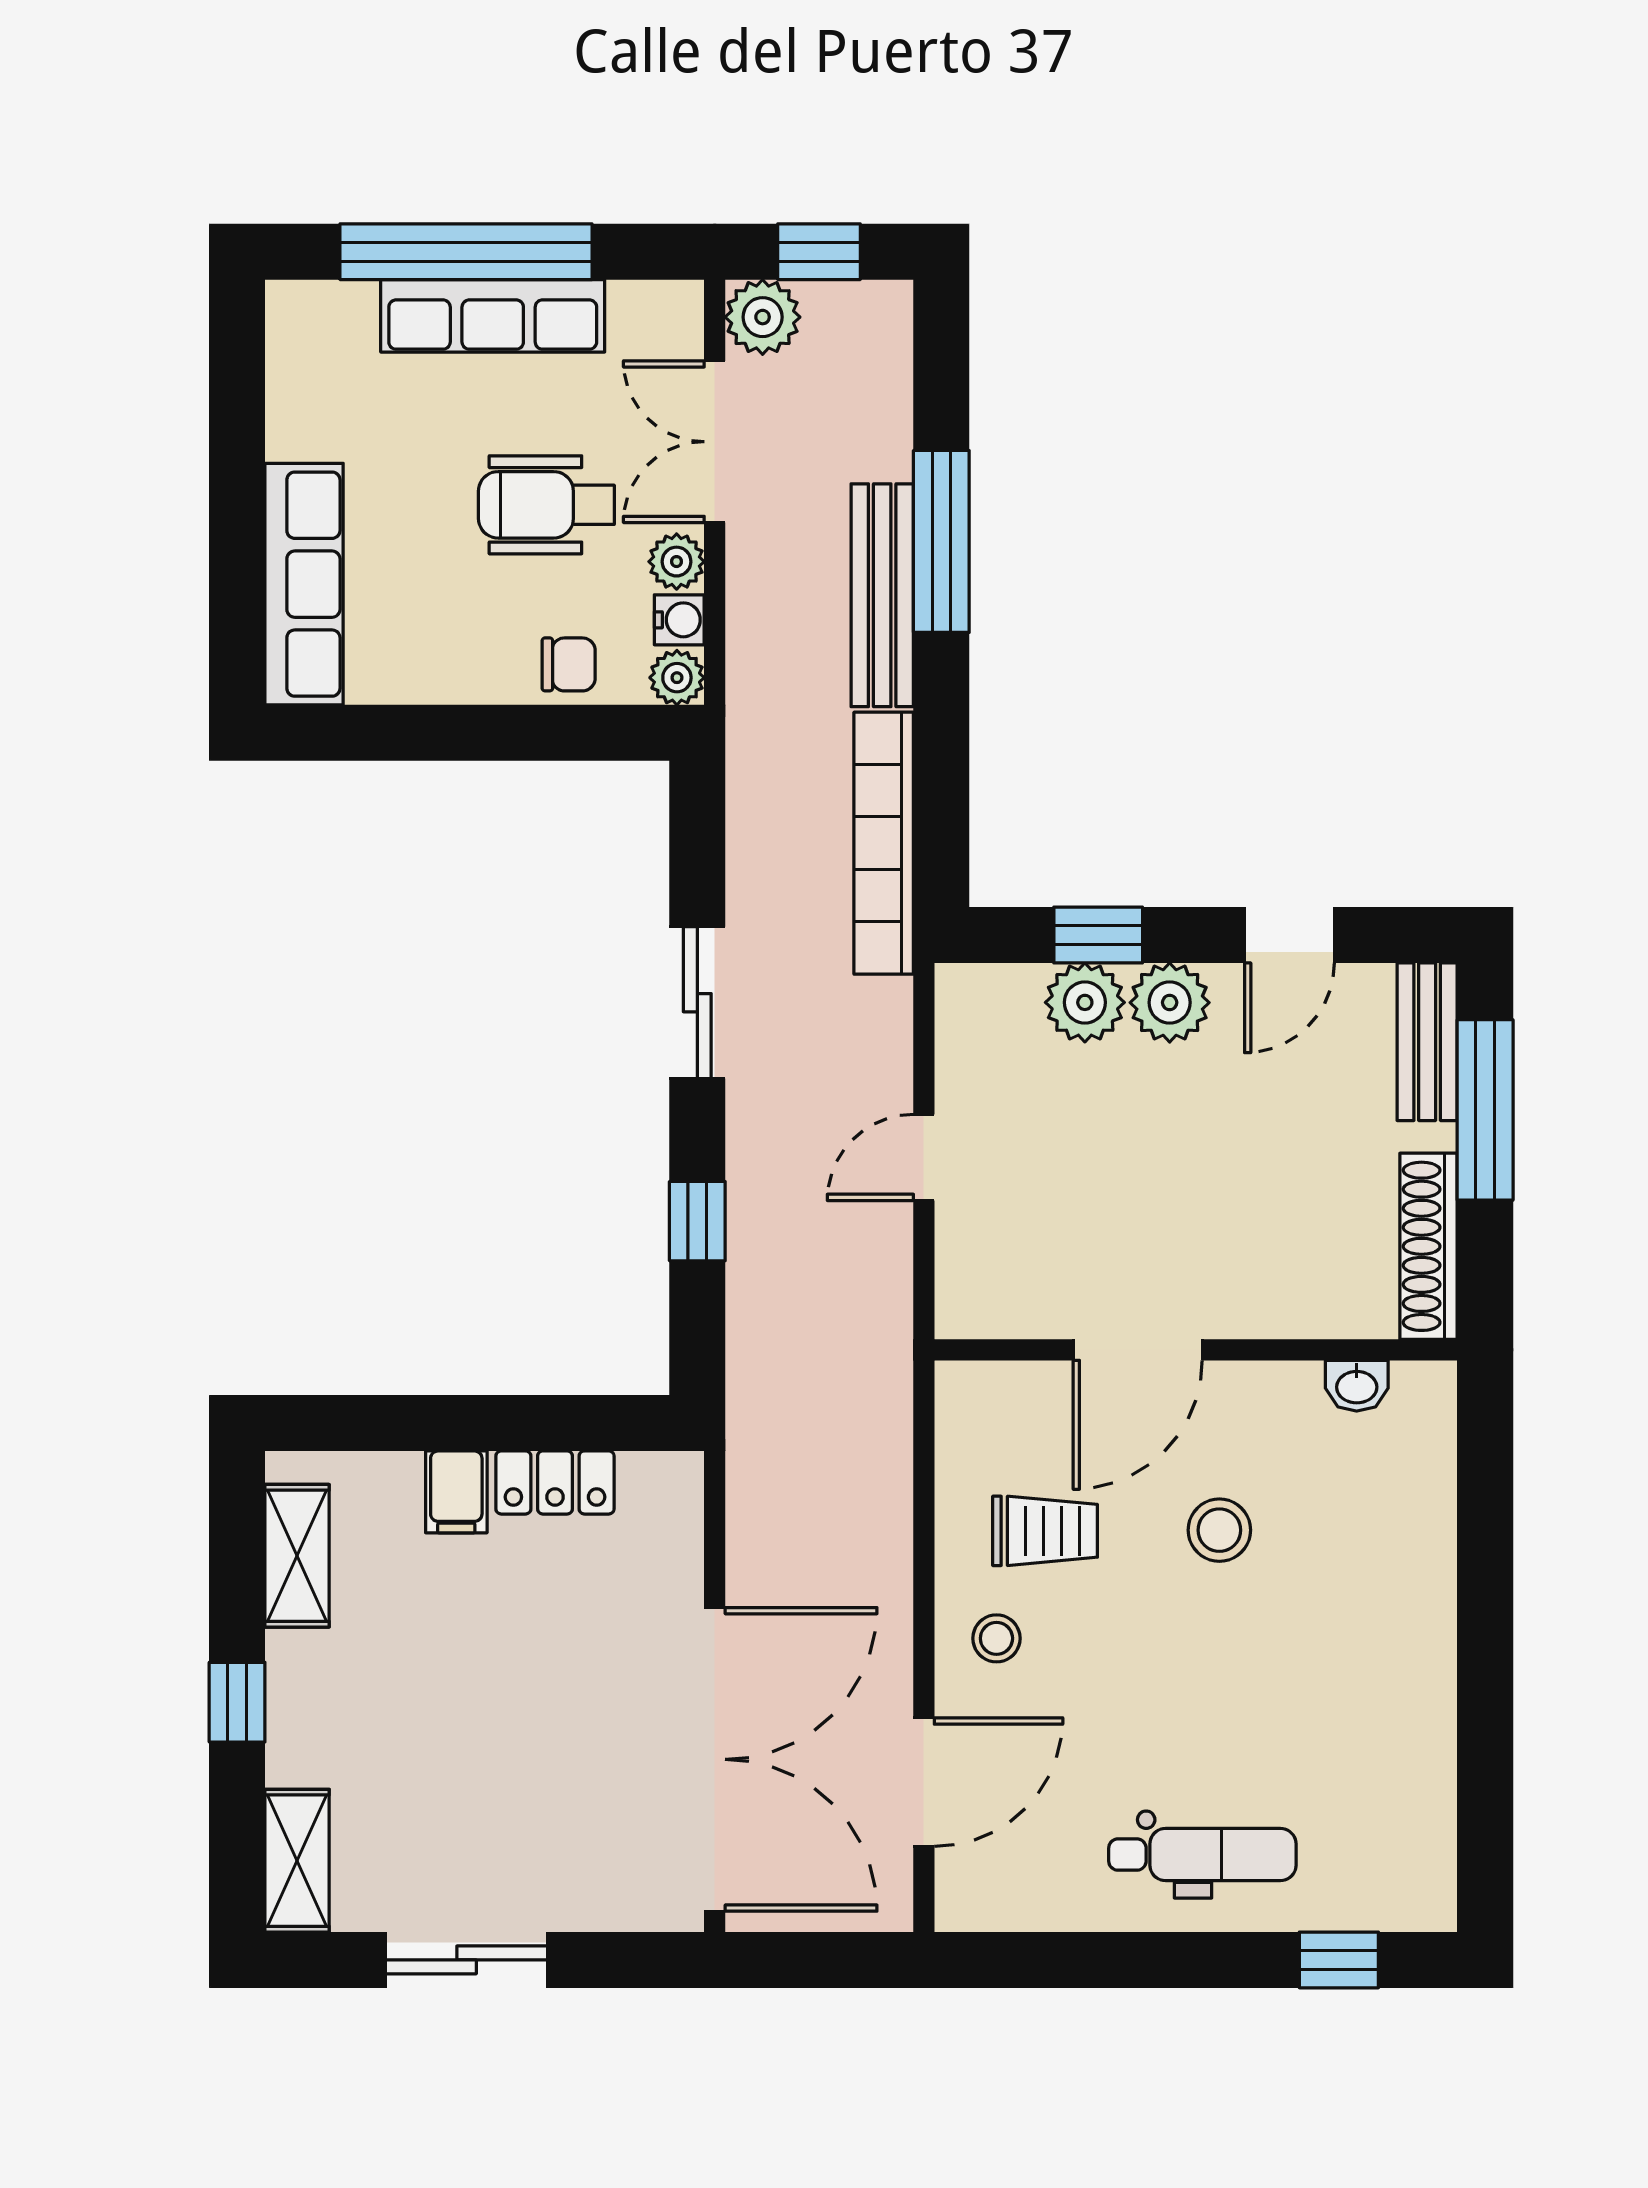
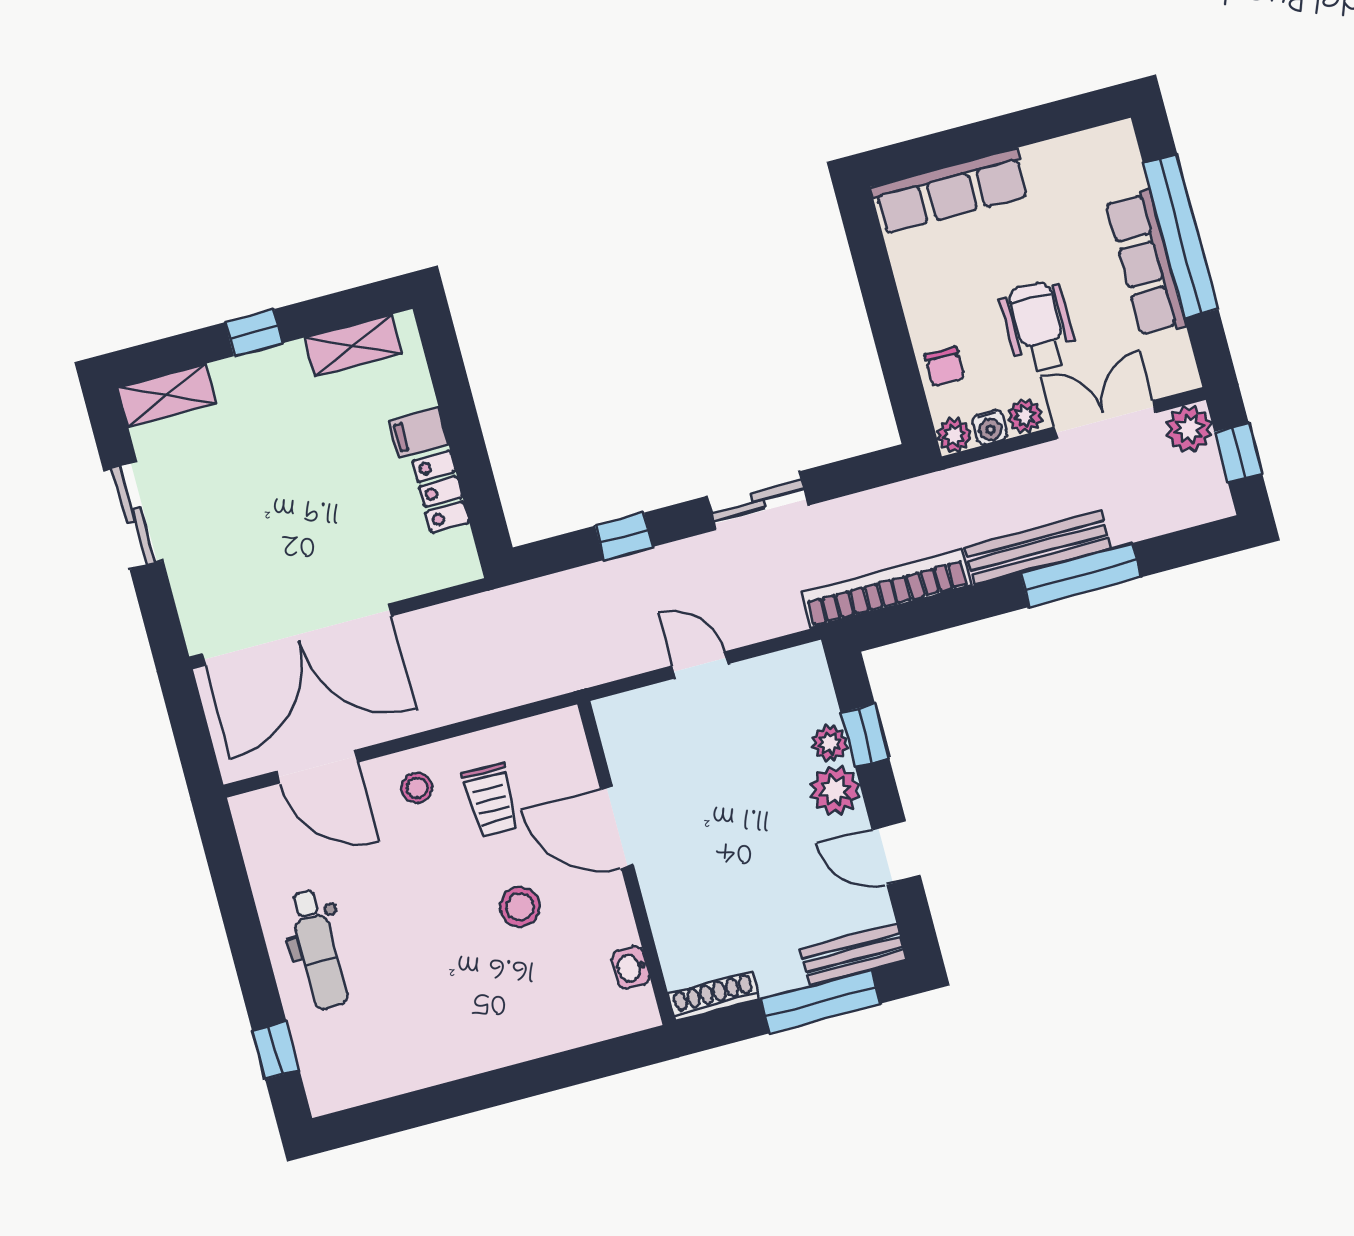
plant: (1085, 1002) -> (830, 743), width x0.73, depth x0.73
shoe rack: (1429, 1246) -> (714, 996), width x0.74, depth x0.81

